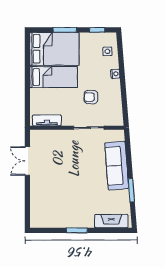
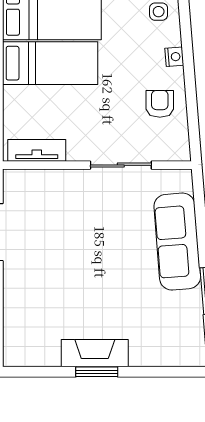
armchair: (91, 97) -> (160, 104), moved, turned 90
fireplace: (111, 221) -> (95, 353), moved

